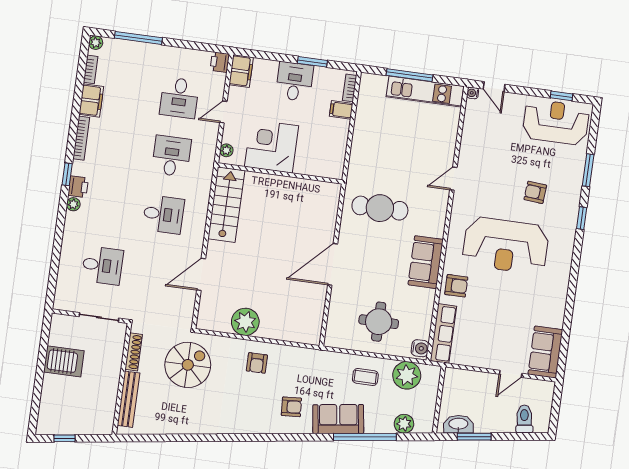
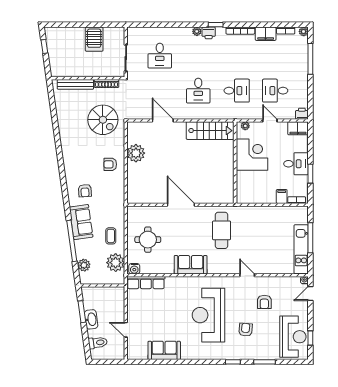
armchair: (456, 286) -> (264, 302), moved
sofa: (545, 352) -> (164, 350), moved
washbasin: (458, 424) -> (91, 319), moved

